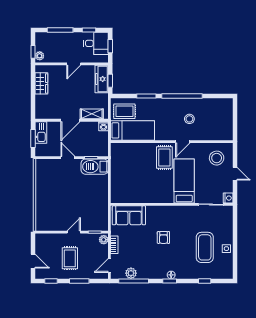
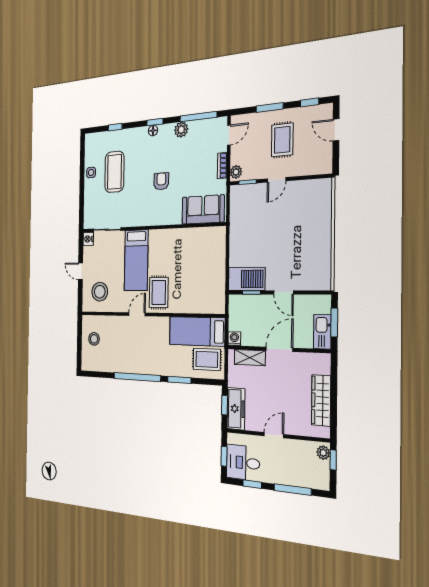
wardrobe: (41, 83) -> (321, 400), width x1.50
stool: (189, 119) -> (94, 339), moved
plant: (131, 273) -> (181, 130), moved

